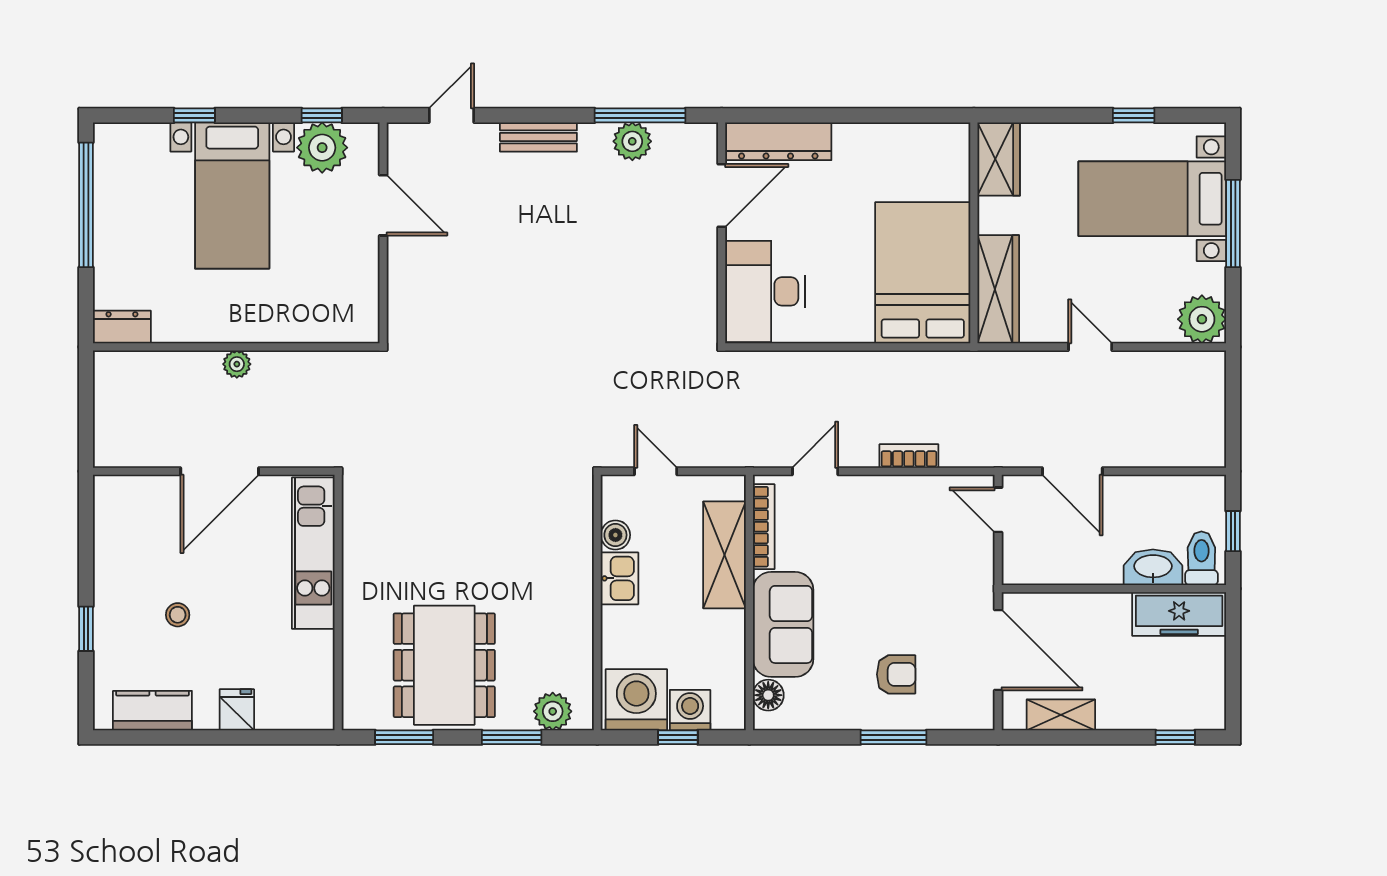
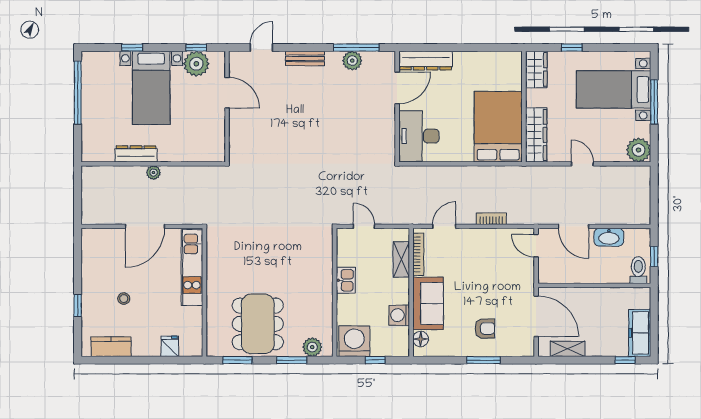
window: (1134, 115) -> (572, 48), moved
dresser: (122, 327) -> (136, 154), moved, width x1.44
boiler: (615, 535) -> (344, 258), removed
shelving: (724, 555) -> (401, 259), width x0.67, depth x0.75
washbasin: (1153, 567) -> (609, 237), moved, turned 180
freezer: (1179, 614) -> (640, 333), moved, turned 90
fridge: (237, 710) -> (170, 346), moved
washing machine: (690, 710) -> (399, 315), moved, turned -90

